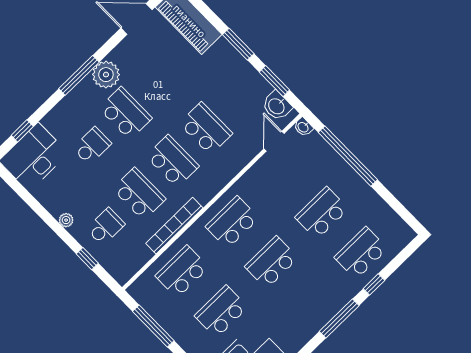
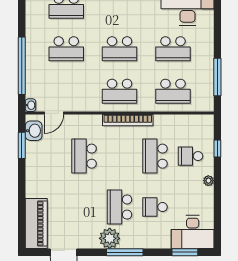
window: (238, 44) -> (22, 185), removed
window: (22, 131) -> (185, 252), width x1.50
school desk: (172, 161) -> (120, 156), removed
bookcase: (174, 226) -> (128, 120), moved

